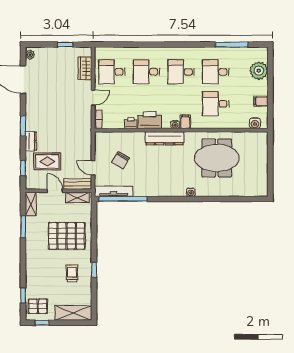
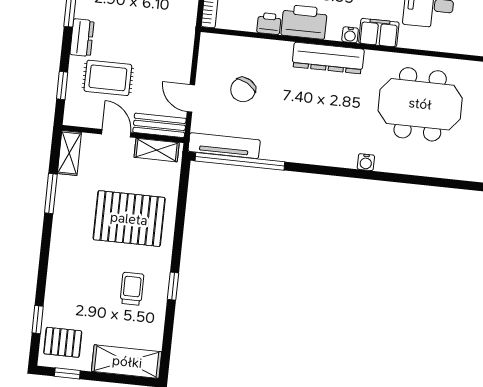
filing cabinet: (185, 122) -> (379, 33), width x2.00

